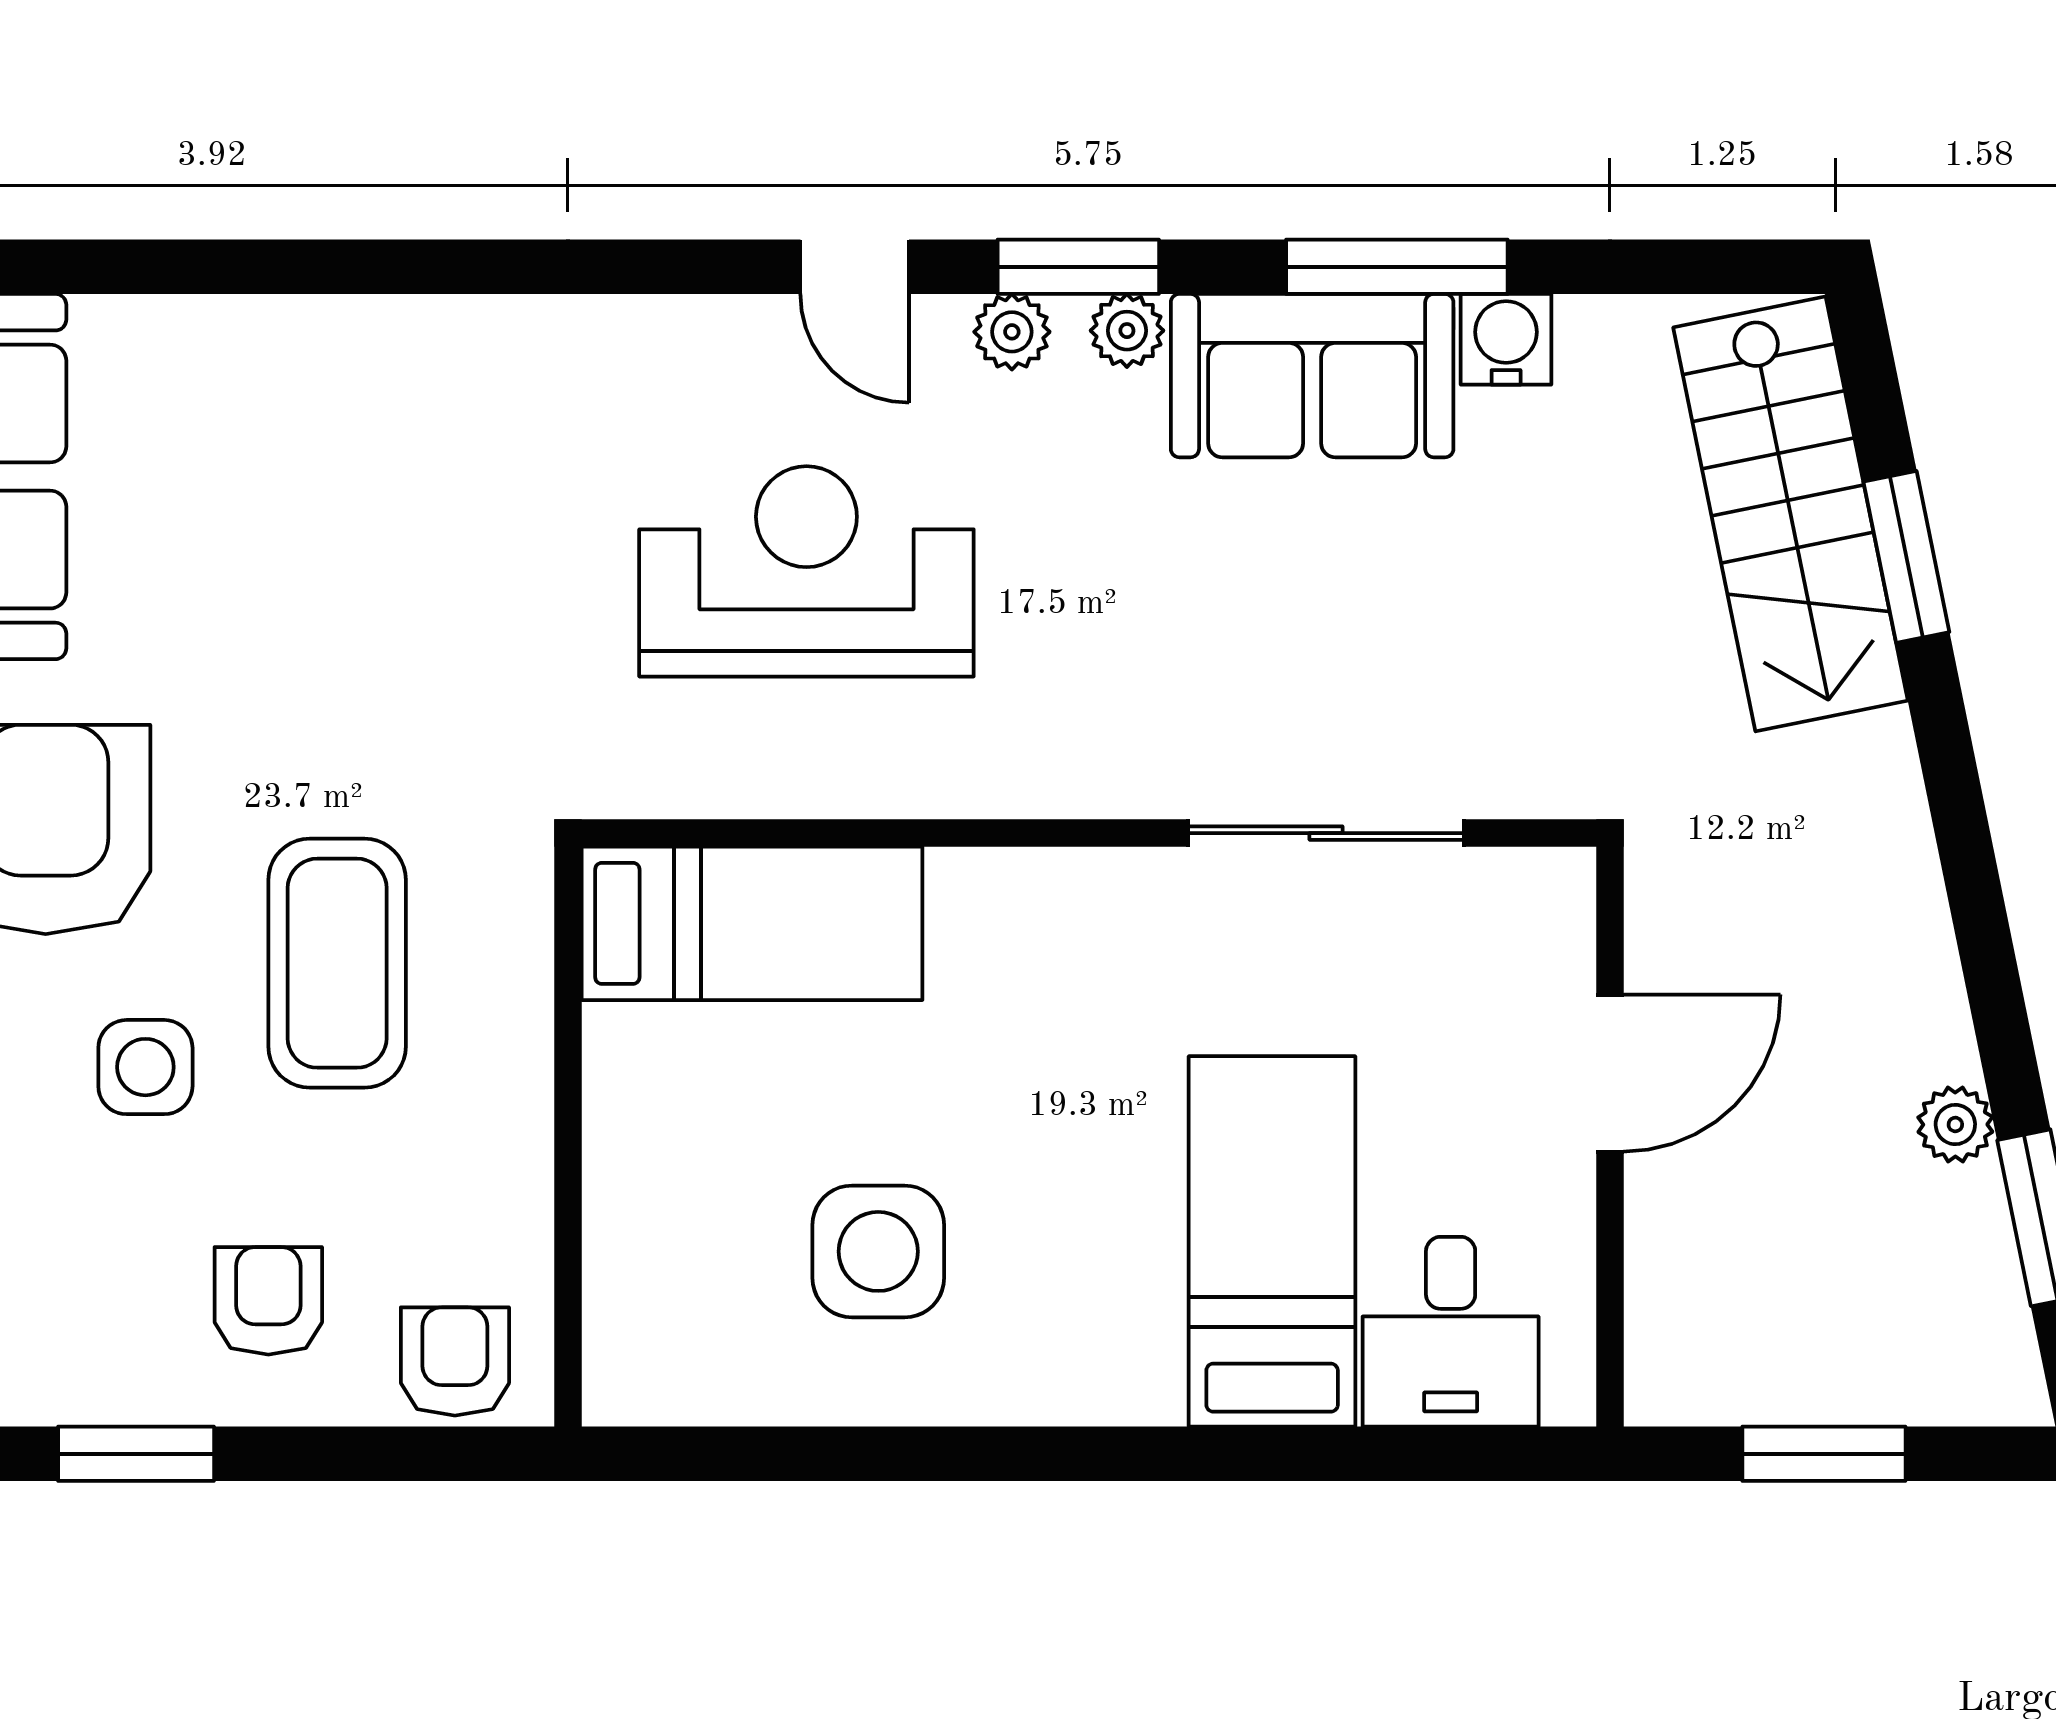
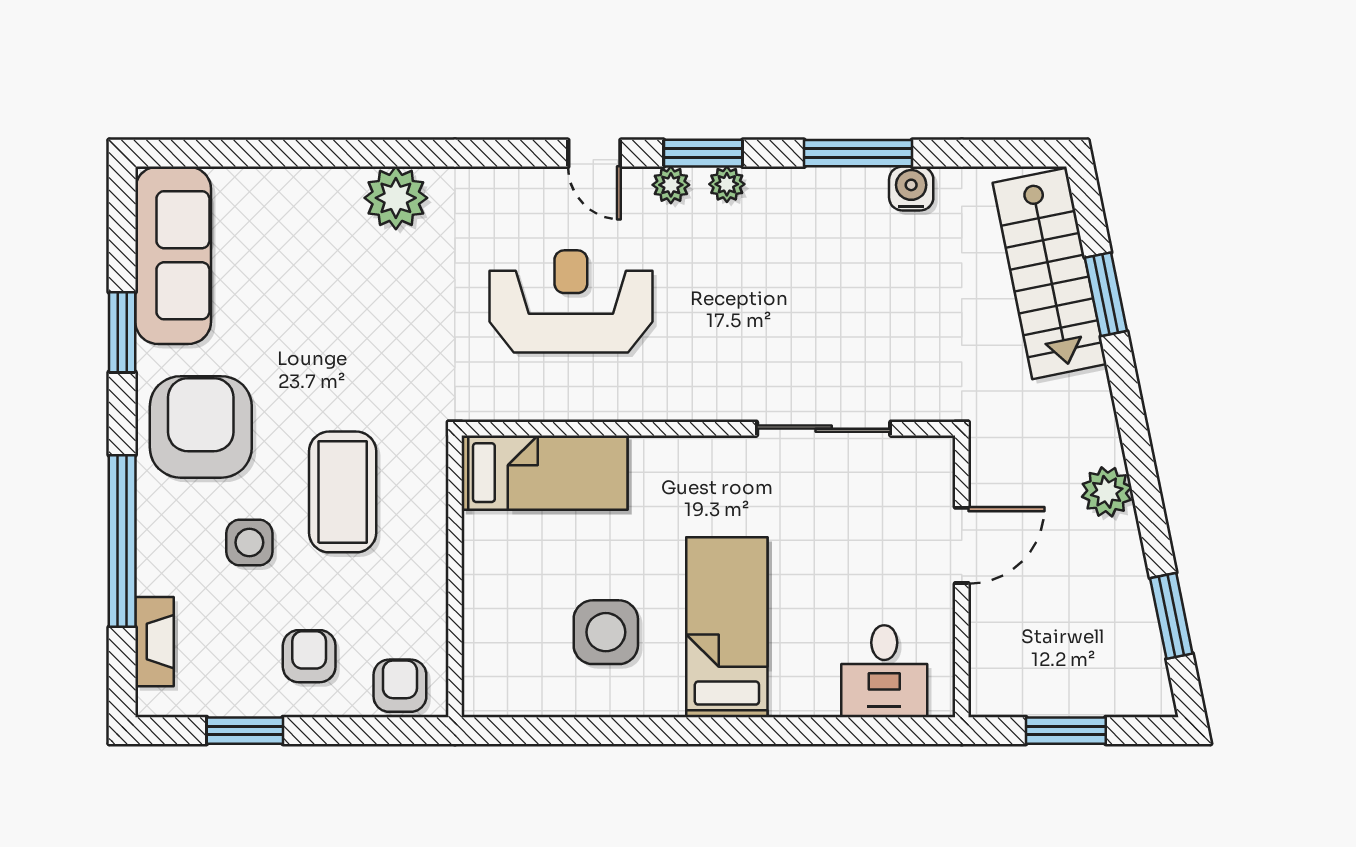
plant: (447, 359) -> (396, 198), added
sofa: (1312, 376) -> (817, 206), removed
plant: (1955, 1125) -> (1107, 492), moved, width x1.38, depth x1.38
bed: (1272, 1241) -> (727, 627), moved

